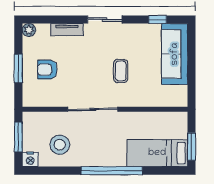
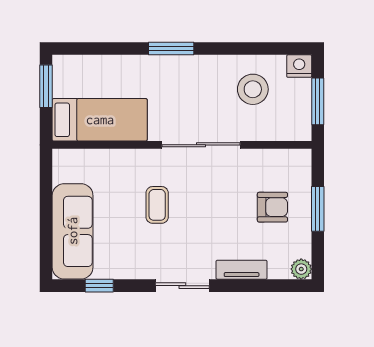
bed: (157, 153) -> (100, 120), moved
window: (112, 171) -> (171, 48), width x0.47

